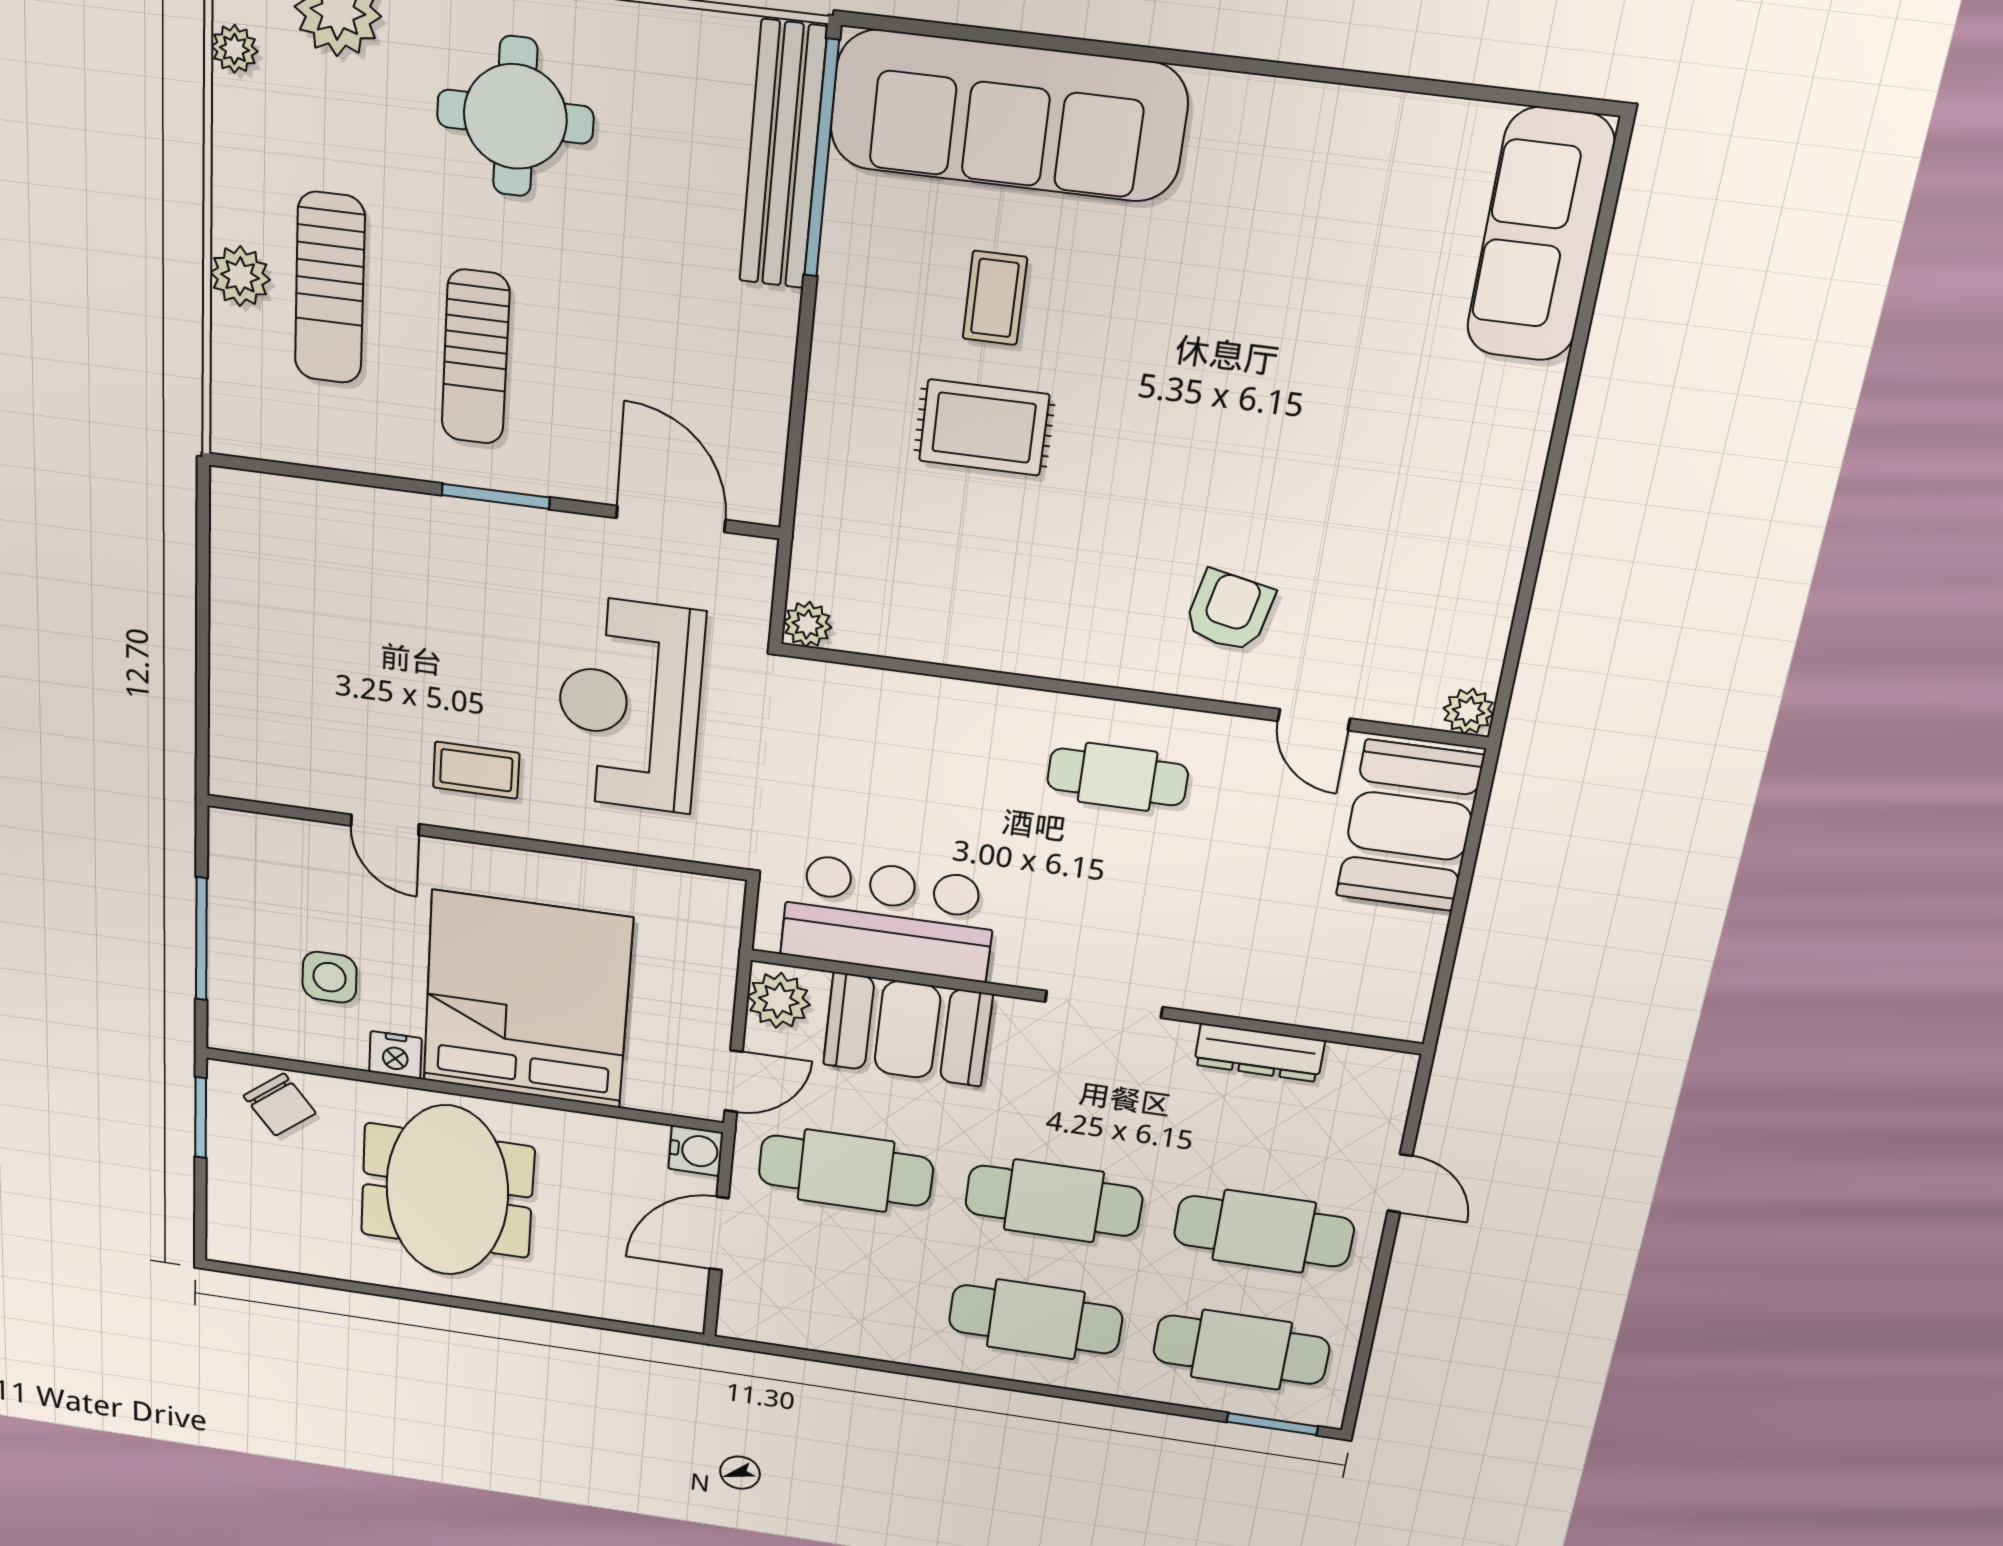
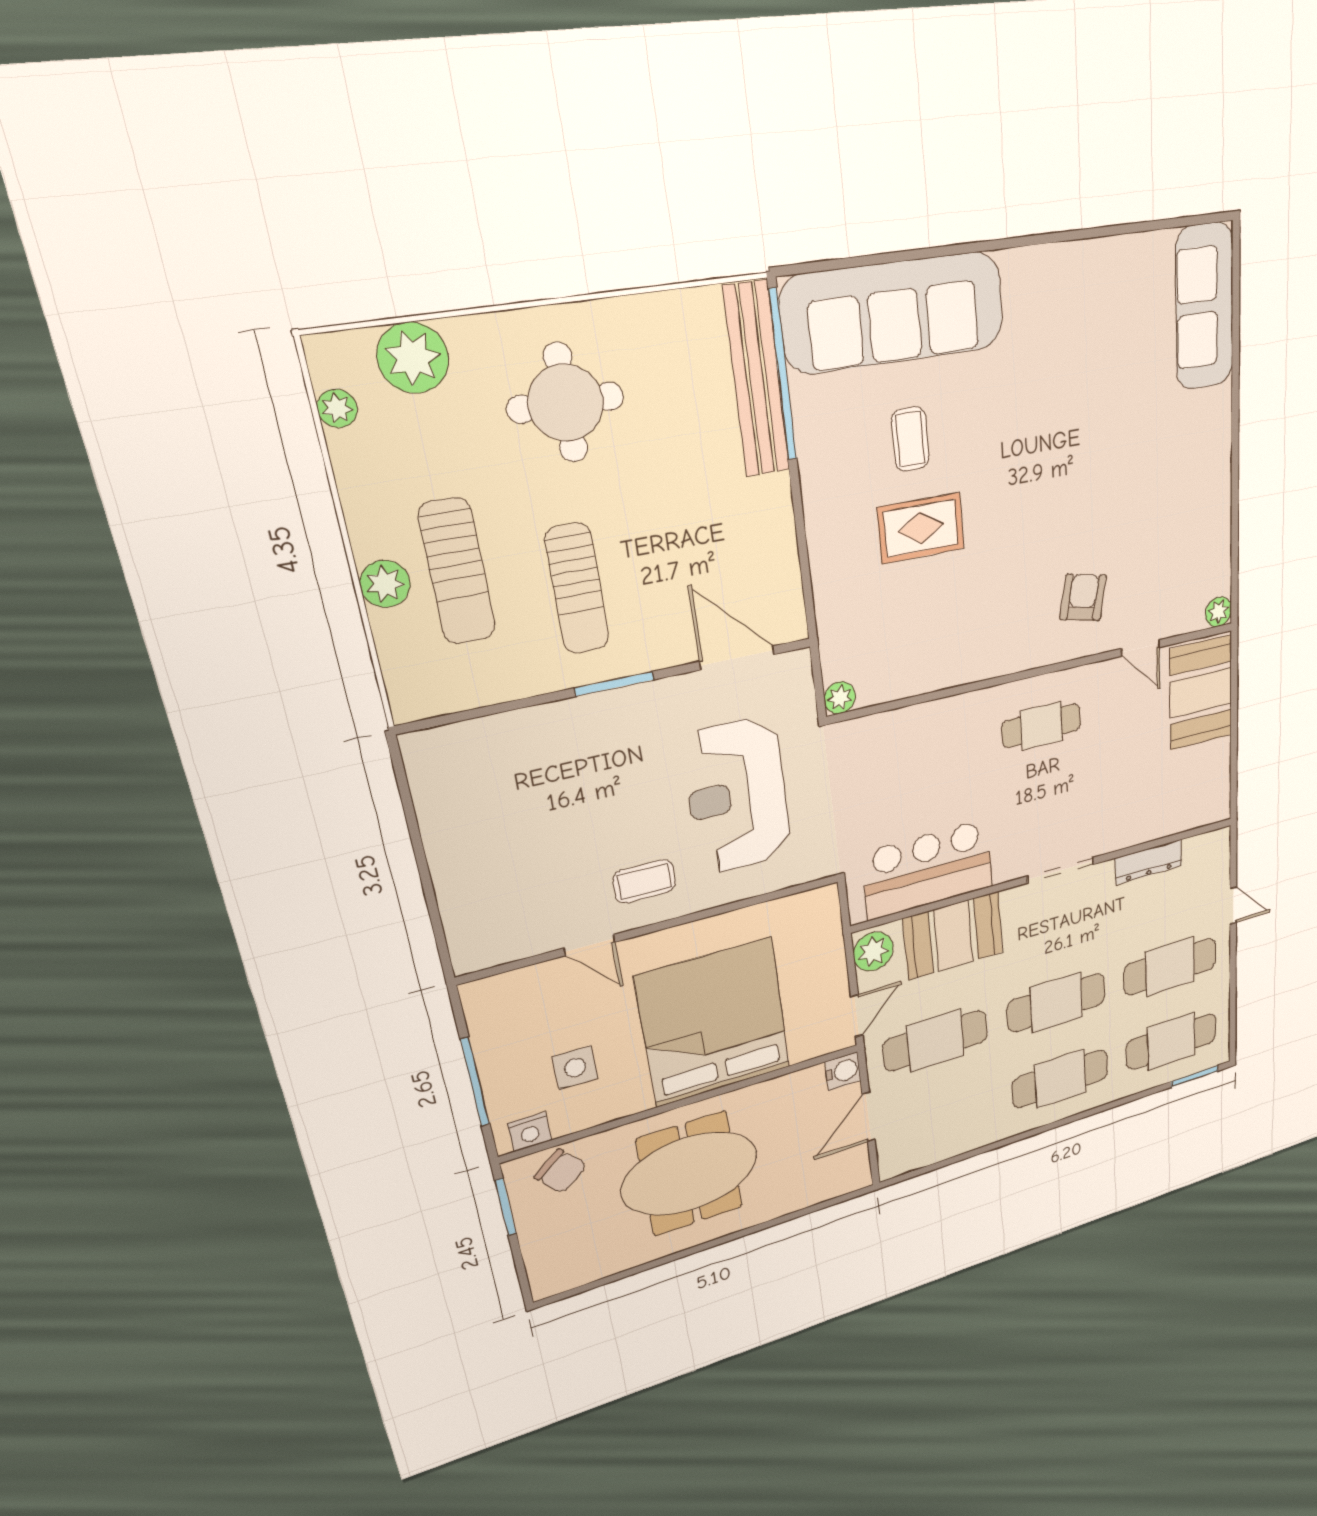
nightstand: (395, 1055) -> (530, 1132), moved
meeting table: (447, 1191) -> (690, 1174), turned 90

